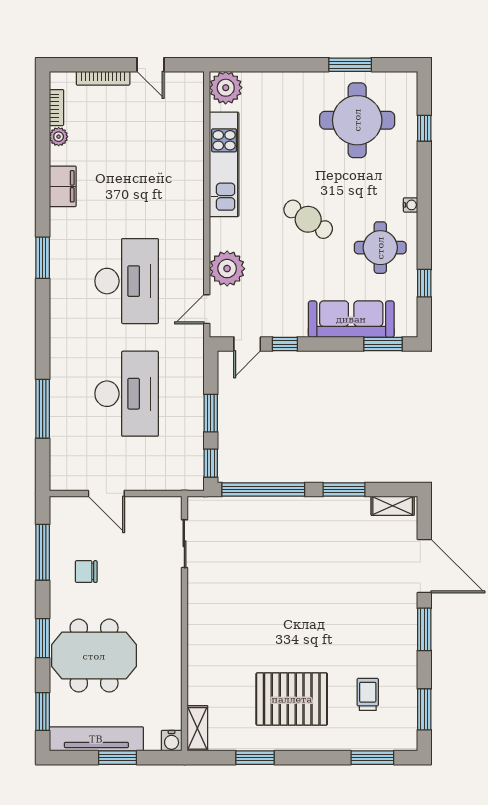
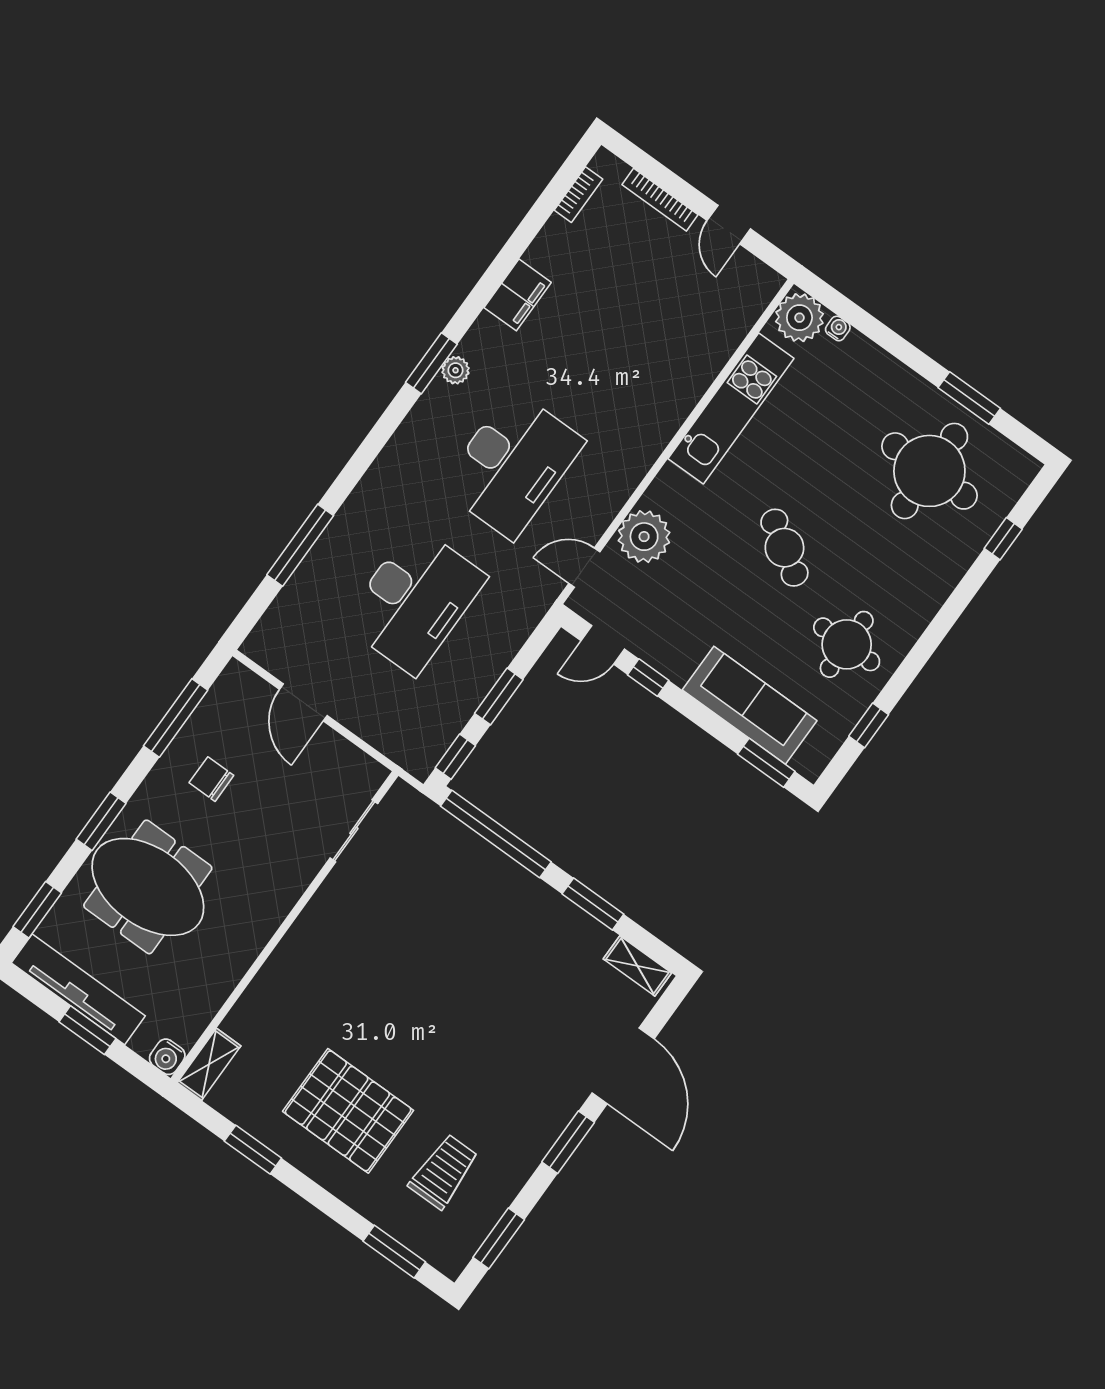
plant: (59, 137) -> (456, 370), moved
water cooler: (410, 205) -> (838, 328), moved, turned -90
trolley: (368, 694) -> (444, 1171), width x1.36, depth x1.39

